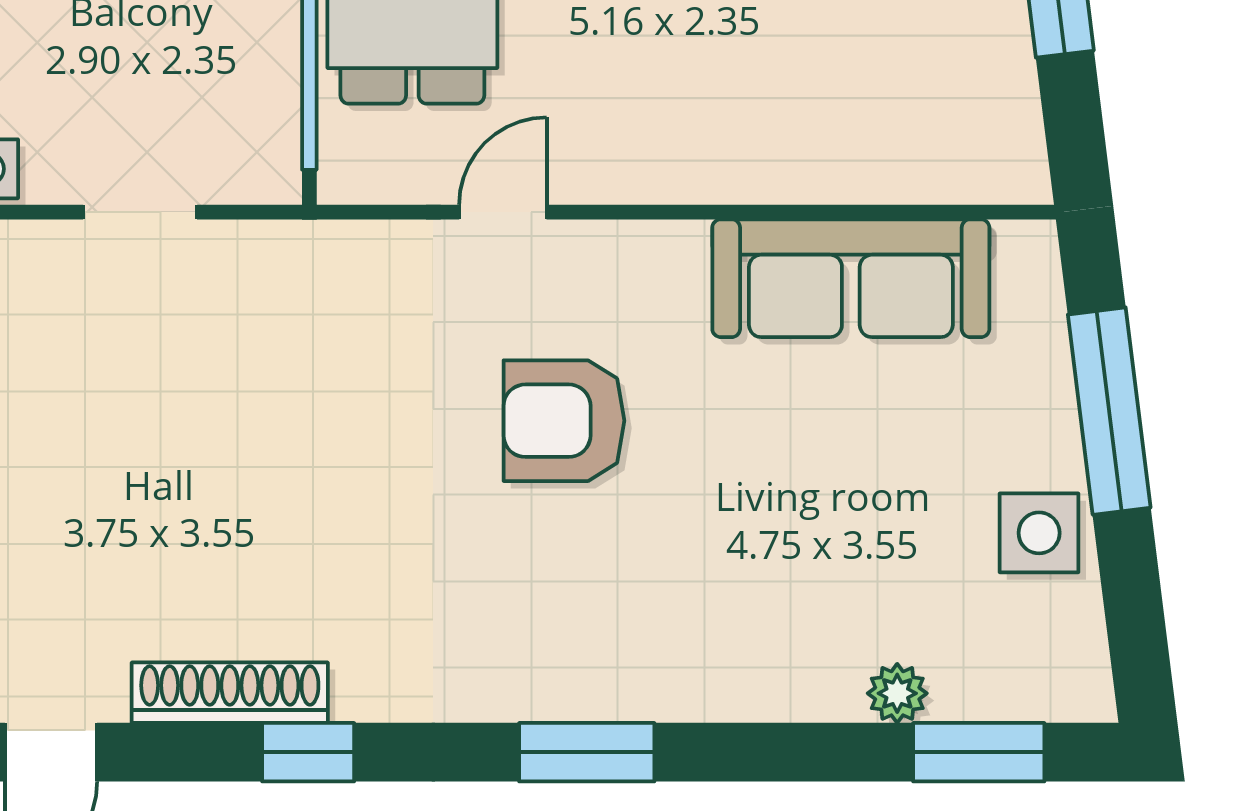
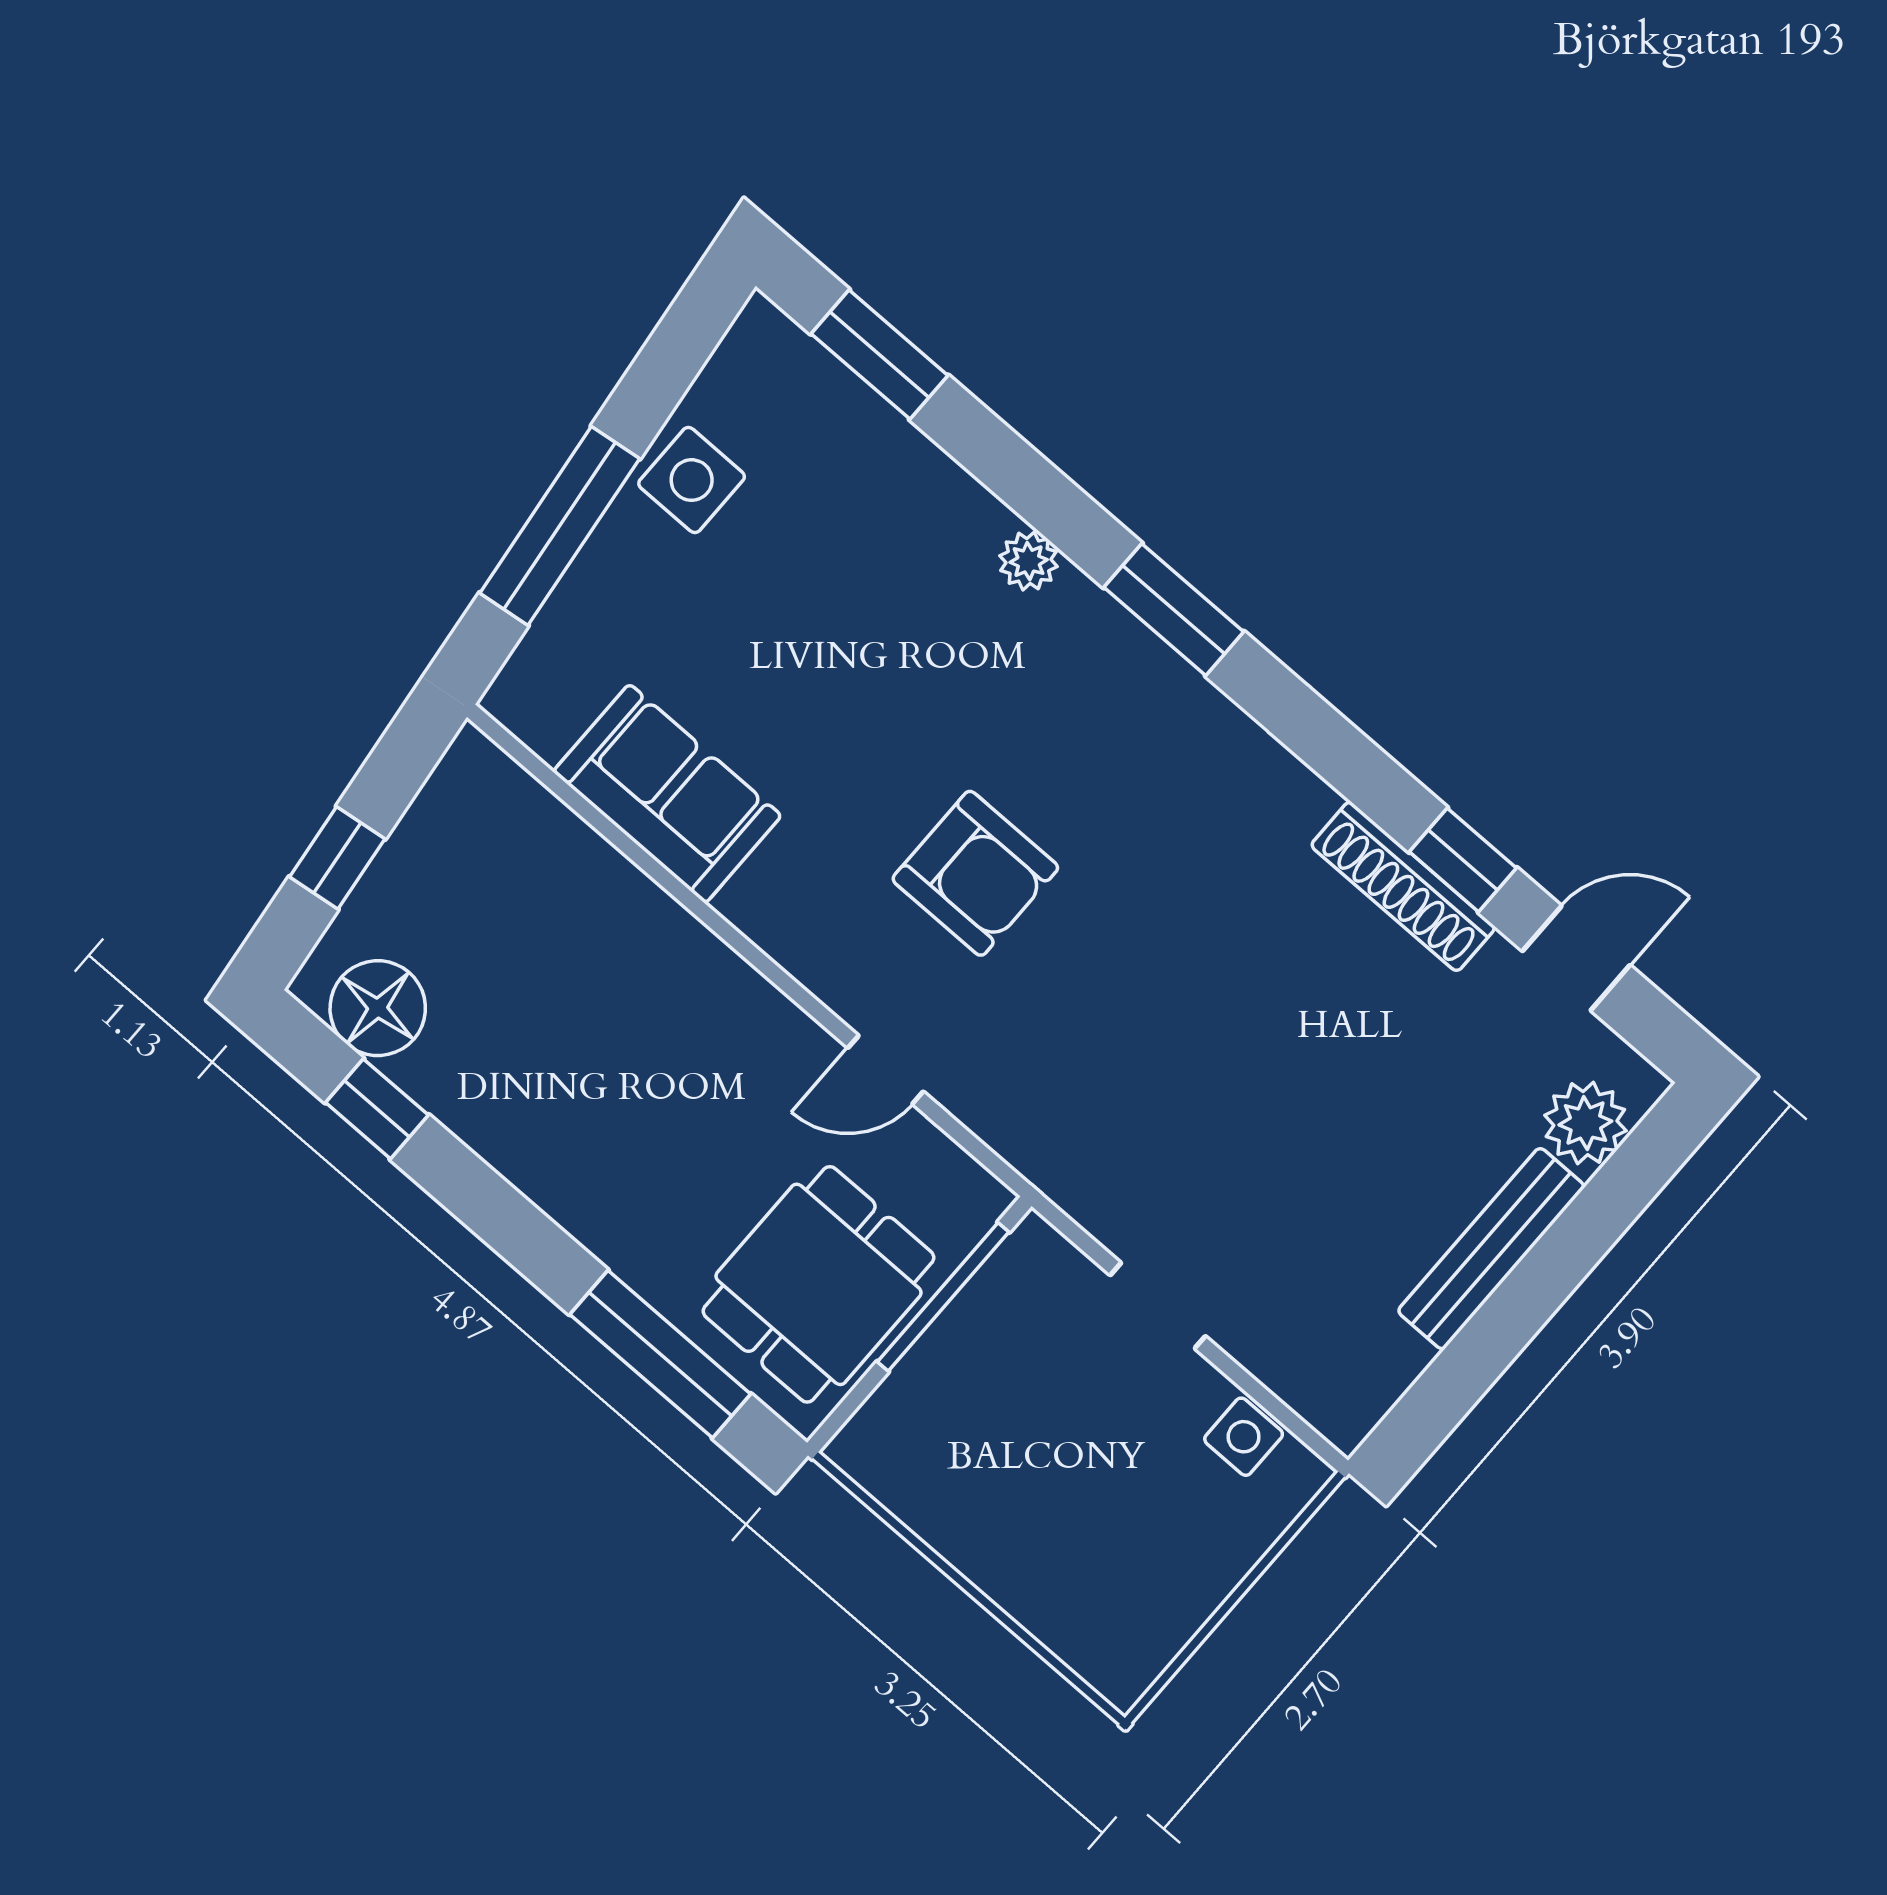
sofa: (851, 278) -> (667, 794), width x0.73
plant: (897, 693) -> (1029, 561), moved
window: (308, 752) -> (1463, 860), moved

